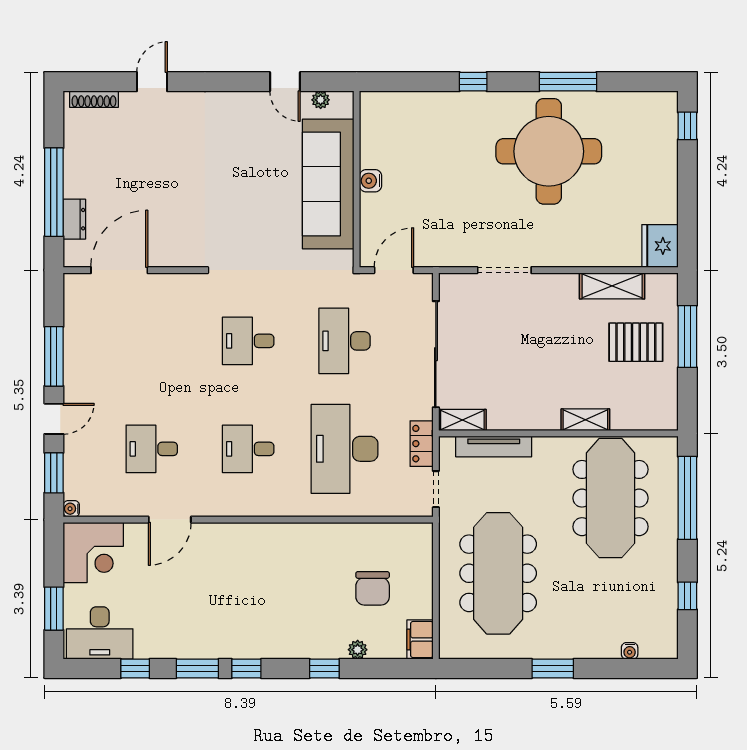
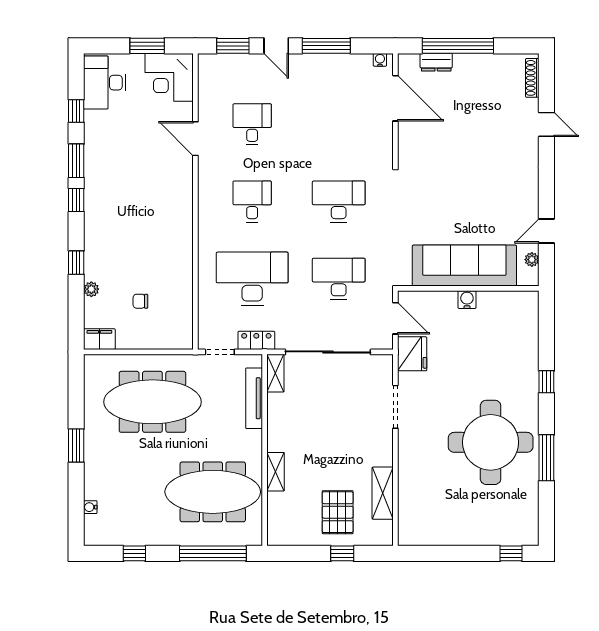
fridge: (660, 246) -> (412, 354), moved, turned 90
window: (687, 336) -> (342, 553), width x0.46
desk: (248, 341) -> (339, 201), width x1.37
water cooler: (71, 509) -> (380, 60), moved
chair: (373, 588) -> (140, 301), width x0.54, depth x0.54
window: (54, 609) -> (147, 46), moved

